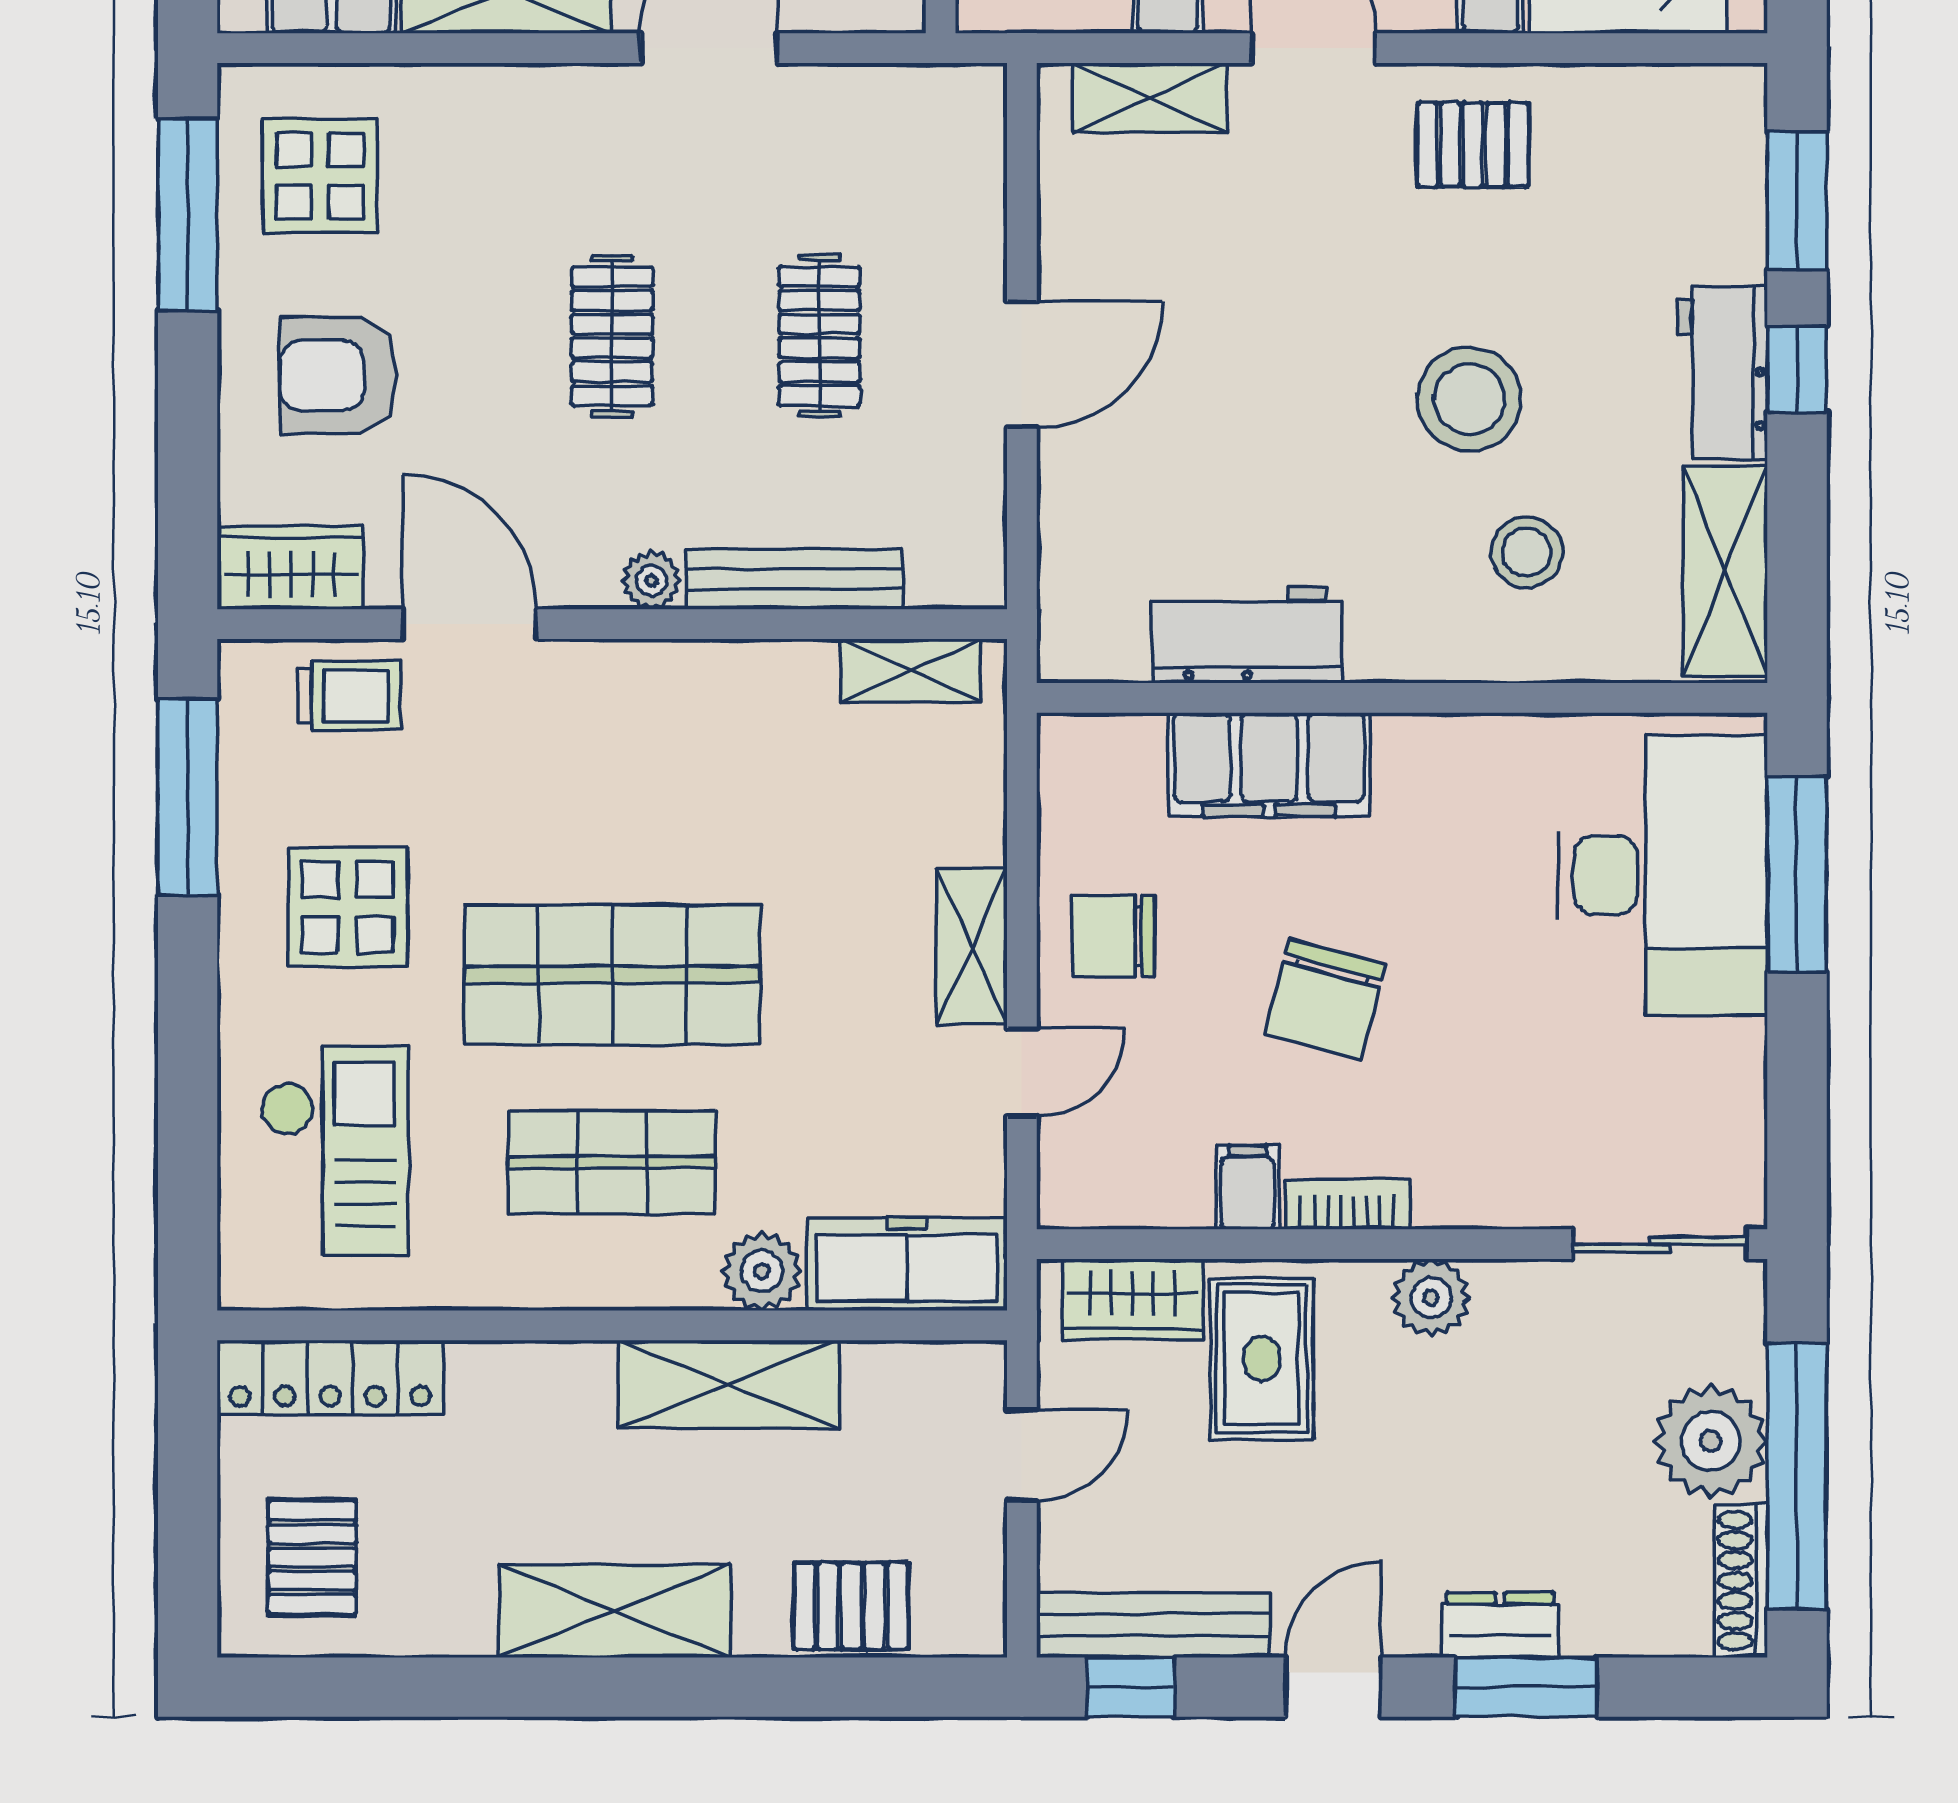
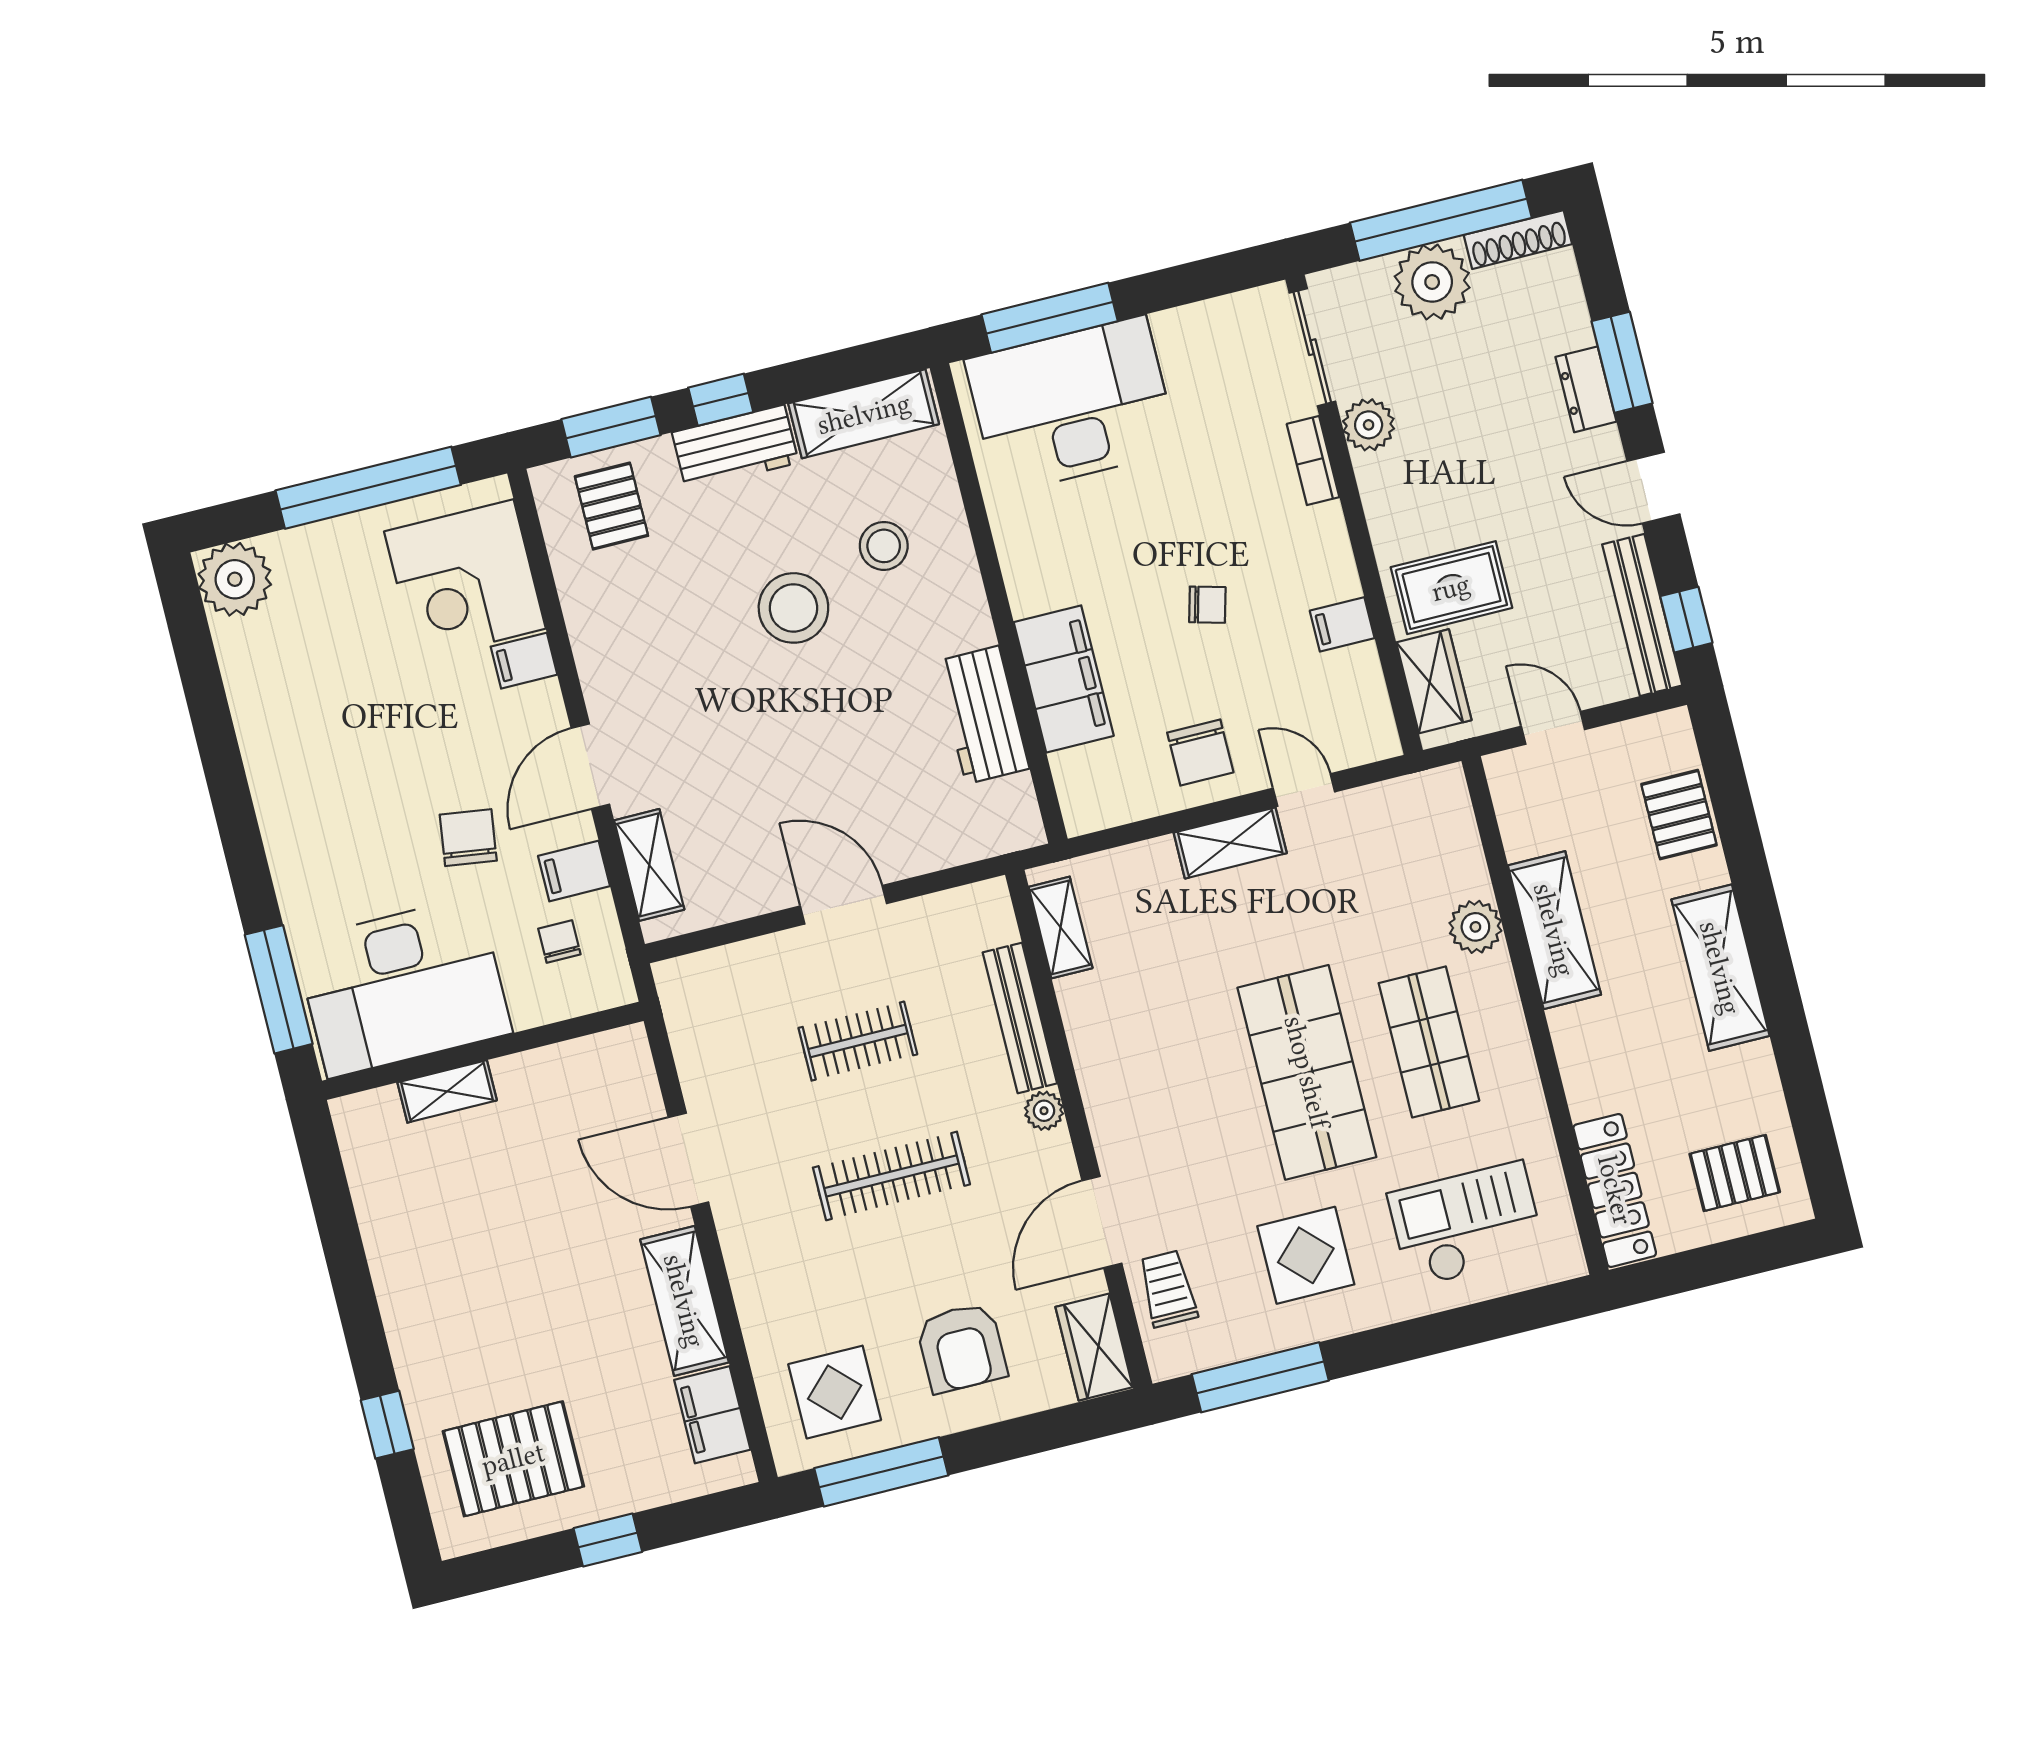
pallet: (1473, 145) -> (611, 506), moved
clothes rail: (612, 336) -> (891, 1176), width x1.36
chair: (1325, 999) -> (1207, 605), width x0.54, depth x0.54
bookcase: (1348, 1204) -> (1313, 460), moved
freezer: (907, 1264) -> (1447, 833), removed
plant: (1431, 1298) -> (1369, 425), moved

